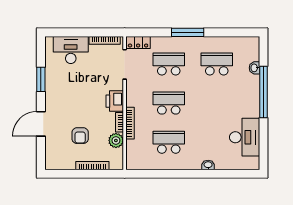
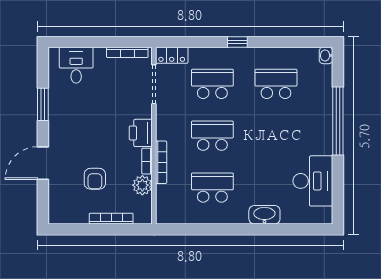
window: (188, 32) -> (237, 42), width x0.46
desk: (71, 50) -> (76, 65), width x0.73
washbasin: (254, 68) -> (326, 55), moved
washbasin: (208, 165) -> (264, 215), width x1.91, depth x1.45

